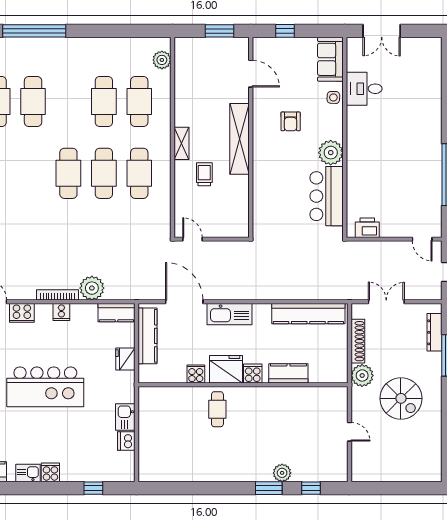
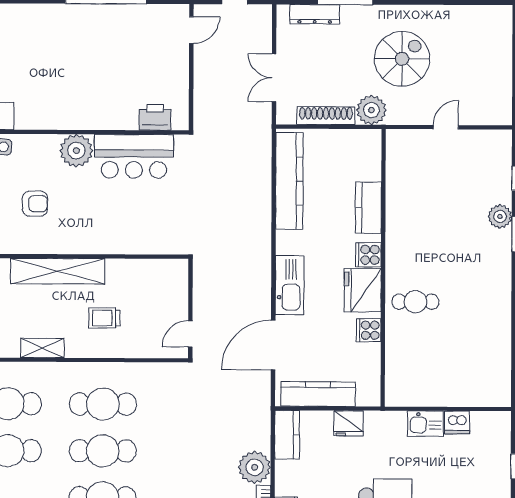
shelving: (181, 143) -> (42, 348), moved
printer: (367, 228) -> (155, 117), moved, turned 90

